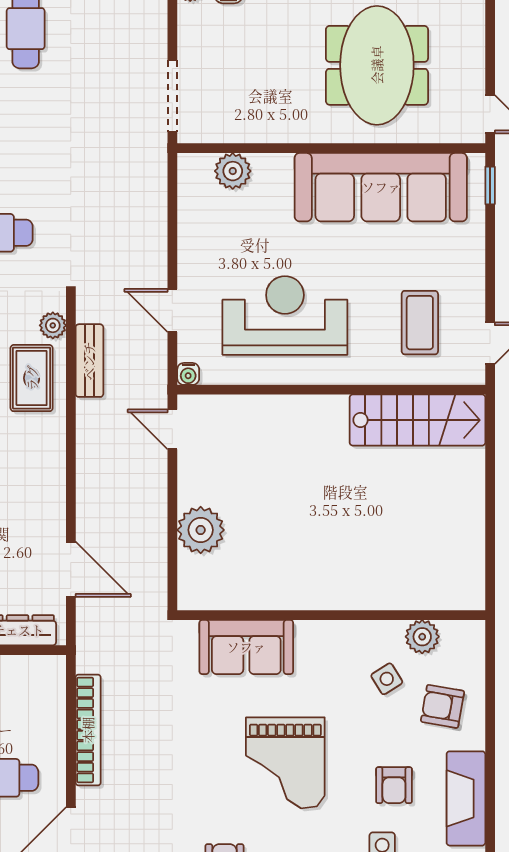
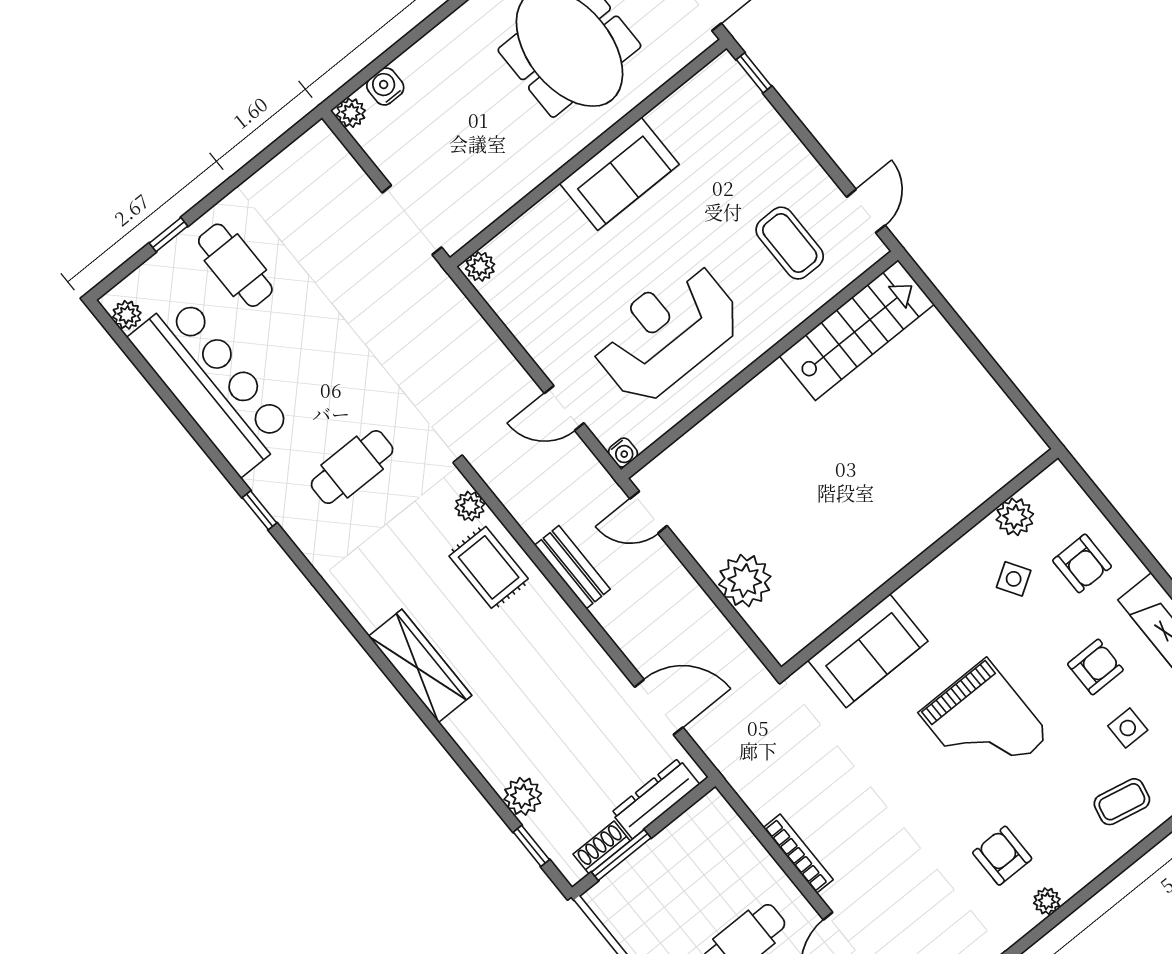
plant: (233, 171) -> (480, 267), moved, width x0.73, depth x0.73
sofa: (381, 187) -> (619, 174), width x0.54, depth x0.79
bench: (89, 361) -> (572, 567), moved
armchair: (443, 706) -> (1082, 563), turned -100
bookcase: (88, 730) -> (798, 854), width x0.68, depth x0.76
armchair: (394, 785) -> (1095, 667), turned -90

